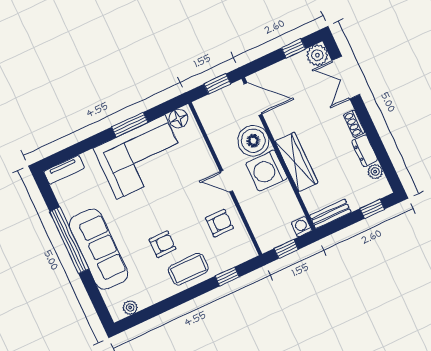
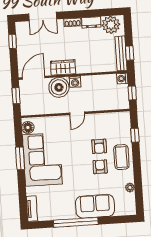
plant: (317, 55) -> (22, 28), removed
wardrobe: (296, 162) -> (63, 68), moved, width x0.67
washing machine: (267, 171) -> (75, 82), width x0.53, depth x0.53
plant: (375, 172) -> (111, 25), width x1.87, depth x1.87
window: (372, 209) -> (130, 53), moved
bench: (330, 214) -> (121, 53), width x1.36
armchair: (219, 223) -> (99, 146), moved, turned 180
sofa: (98, 249) -> (95, 206), width x0.73
plant: (130, 307) -> (130, 188), moved

